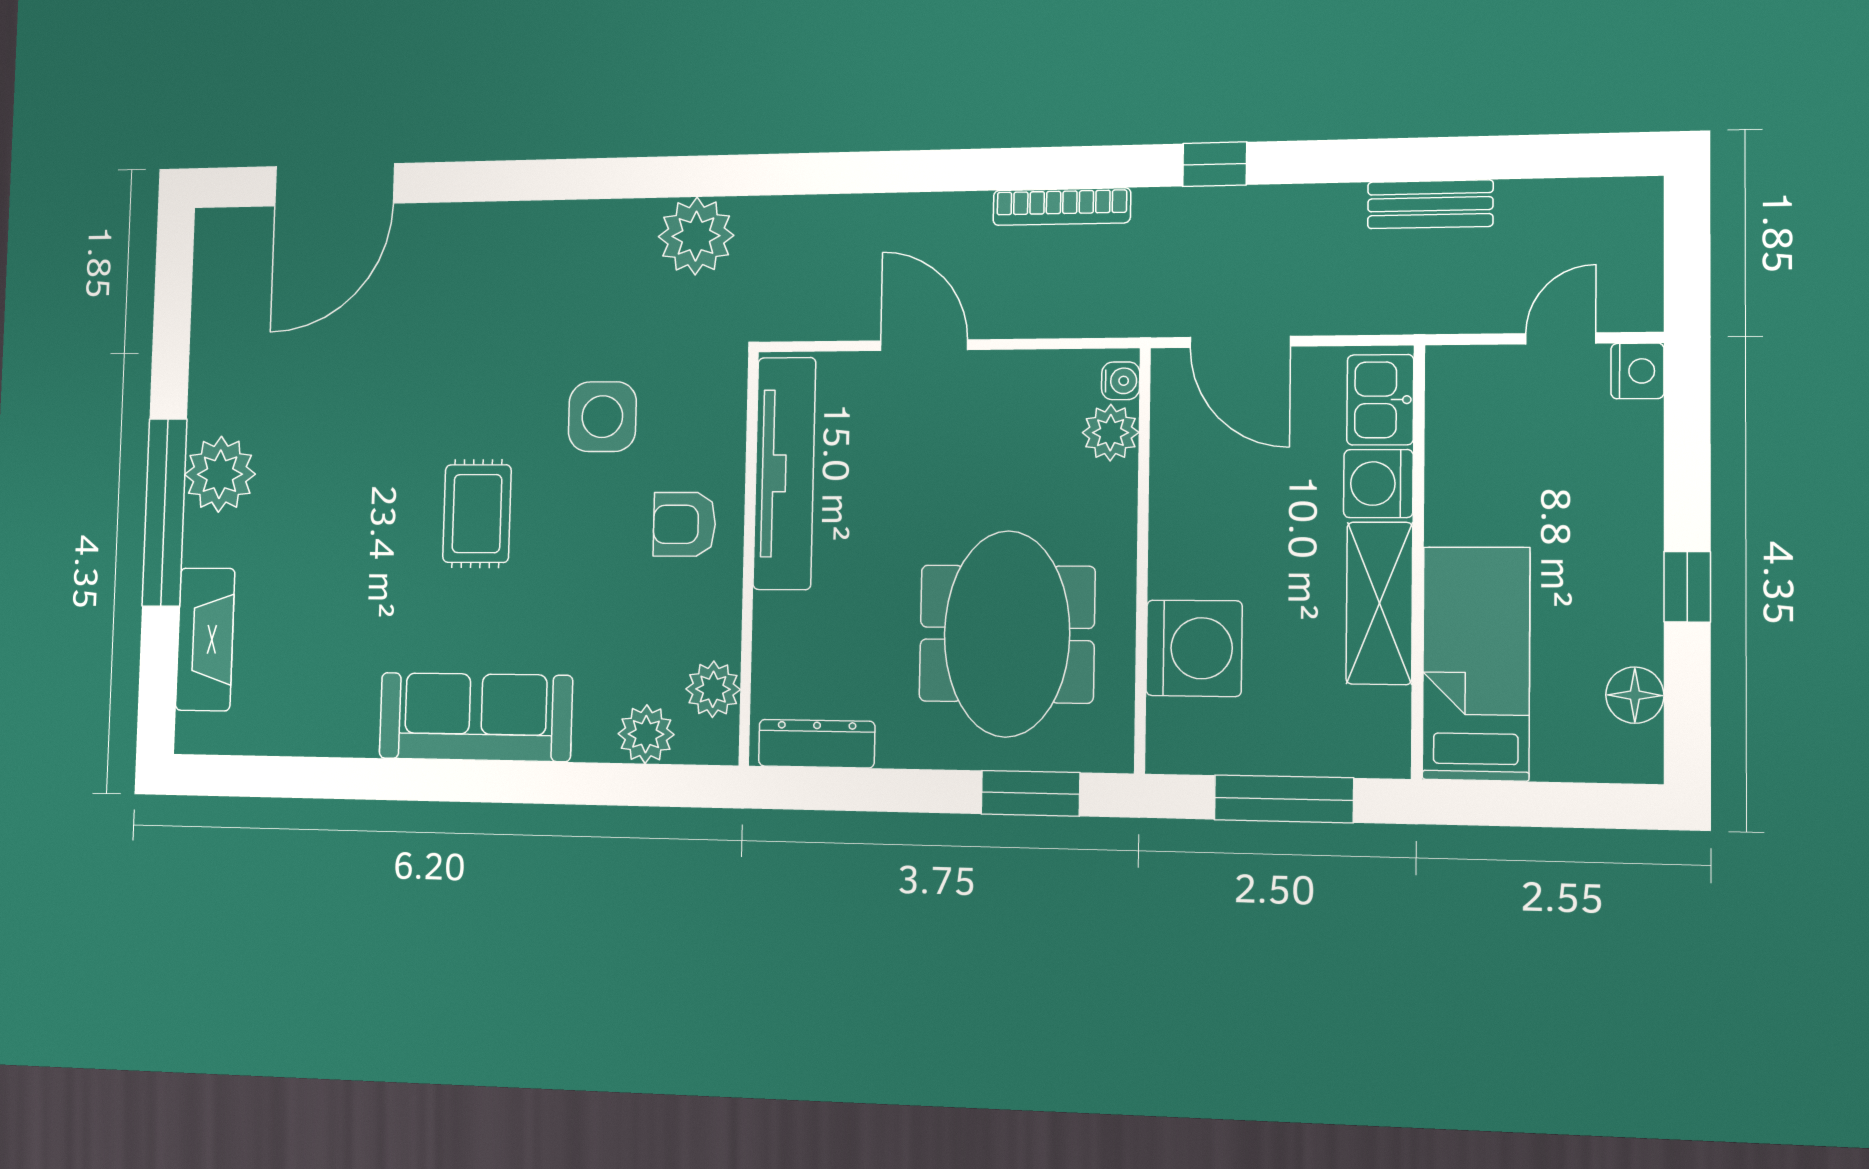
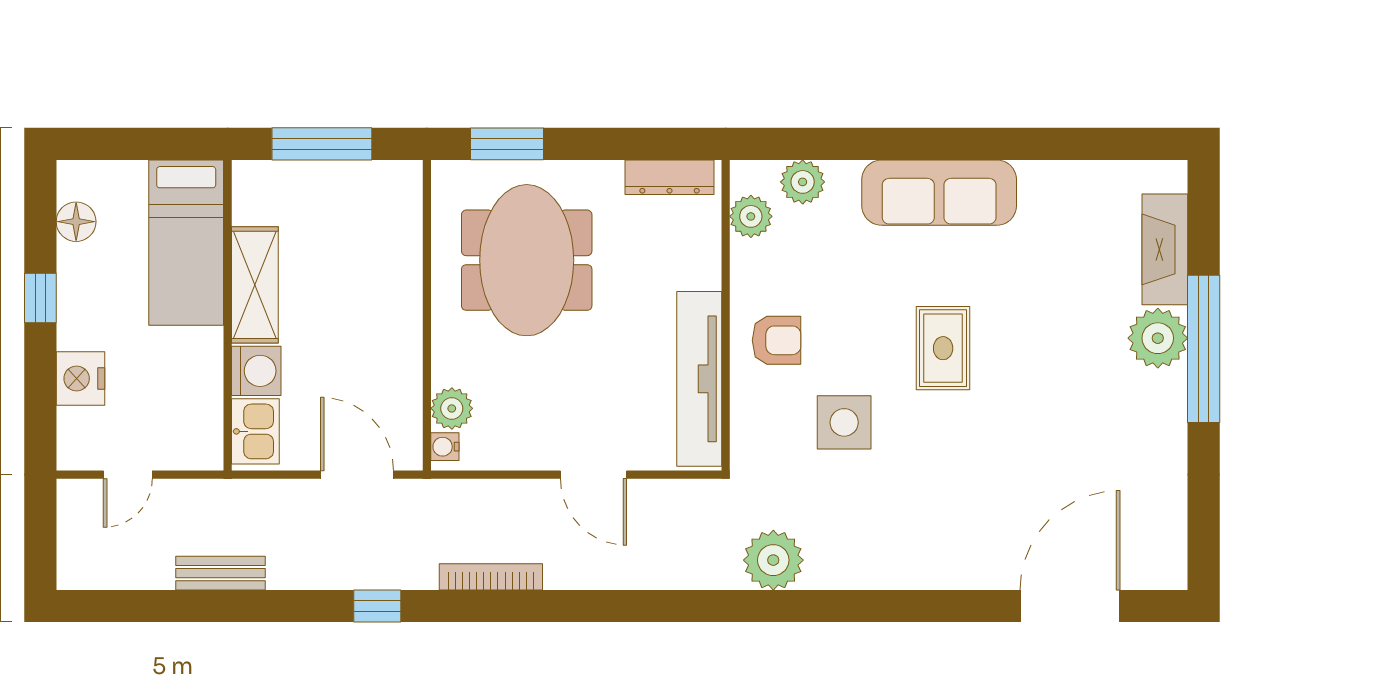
nightstand: (1637, 371) -> (80, 379), moved, width x1.36, depth x1.33
plant: (220, 474) -> (1158, 338), moved
washing machine: (1194, 648) -> (388, 251), removed

